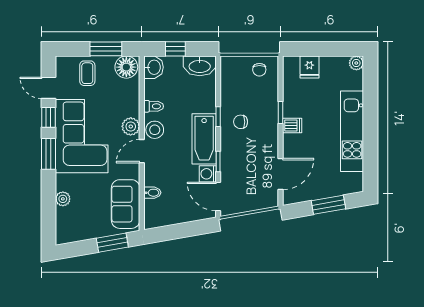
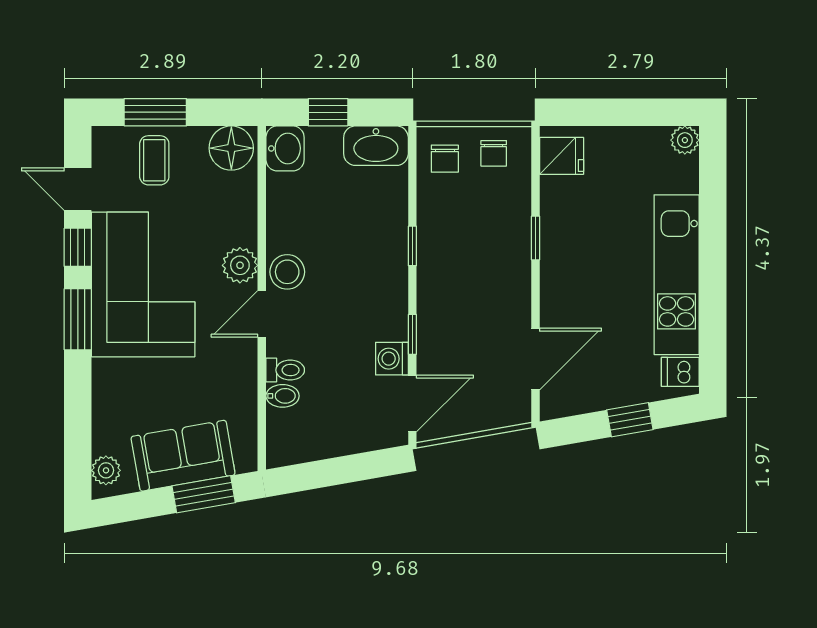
window: (106, 49) -> (155, 112), moved
fridge: (309, 67) -> (562, 156), moved, turned -90
toilet: (154, 106) -> (285, 370), moved
chair: (241, 122) -> (445, 159), moved, turned -90
dishwasher: (292, 126) -> (680, 372), moved, turned 180
bathtub: (204, 139) -> (385, 290), removed
door: (218, 196) -> (412, 403), swing flipped
plant: (63, 199) -> (106, 470), moved
sofa: (126, 204) -> (183, 456), moved, turned 80
window: (328, 205) -> (630, 420), width x0.67

